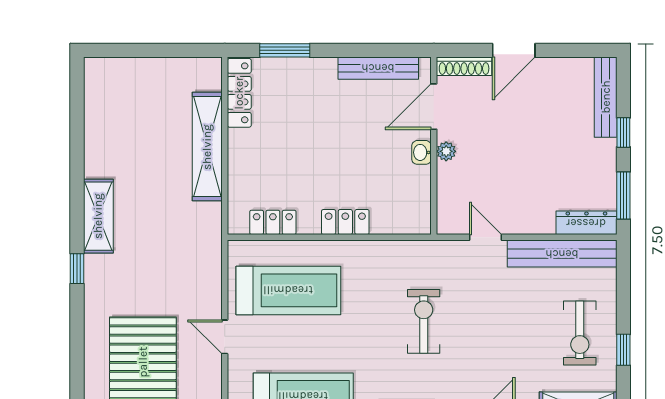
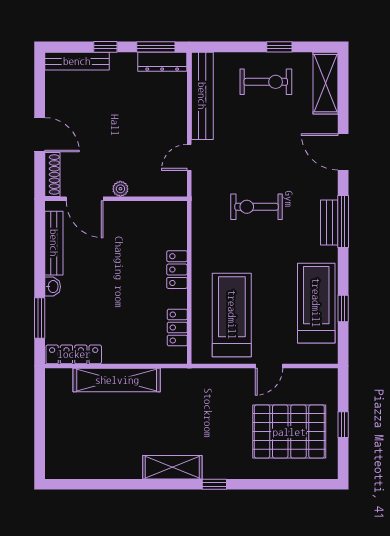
washbasin: (422, 152) -> (53, 287), moved, turned -90
dresser: (586, 223) -> (162, 62), moved, turned -90

